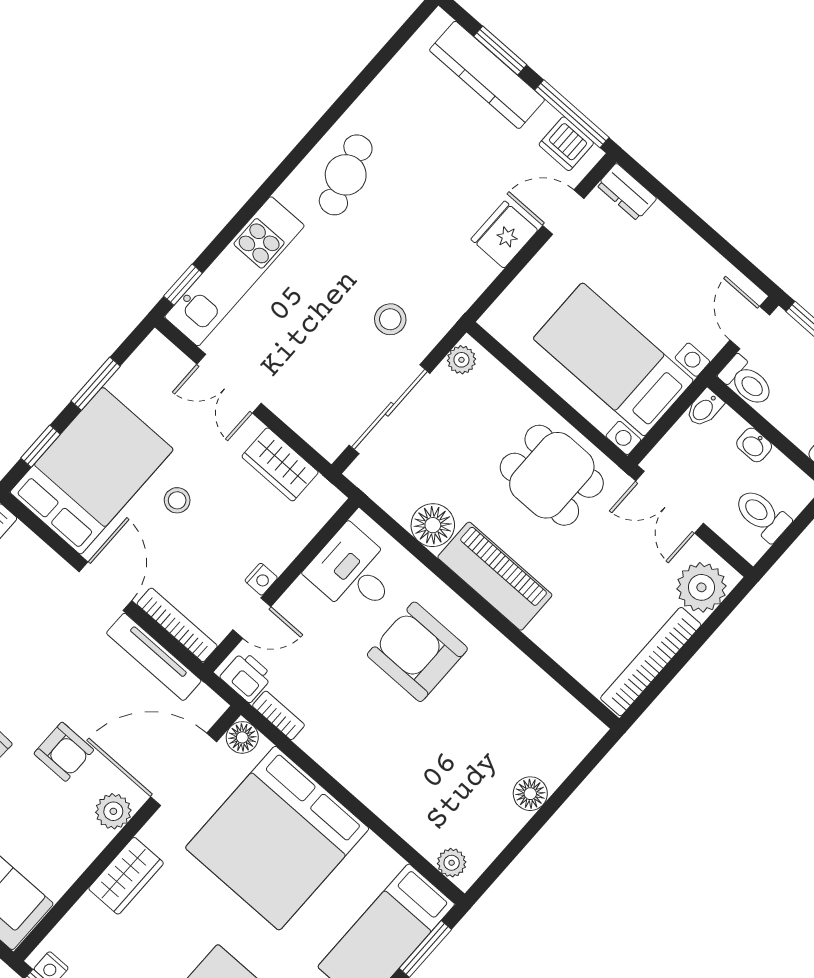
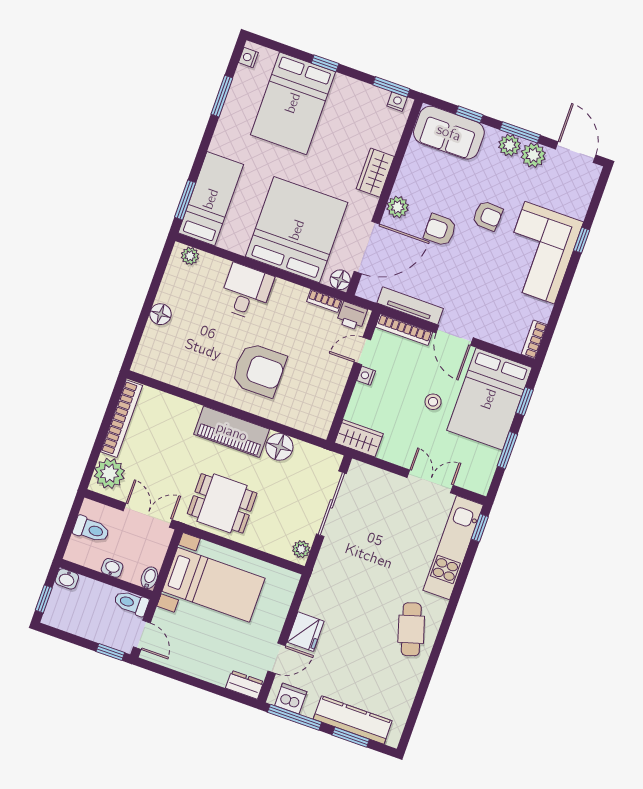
stool: (390, 319) -> (352, 556), removed
wardrobe: (280, 464) -> (359, 438), moved
desk: (353, 572) -> (246, 292), moved, turned -90

